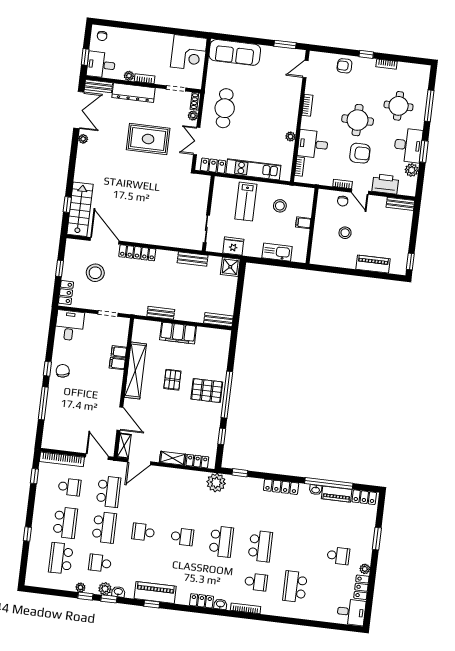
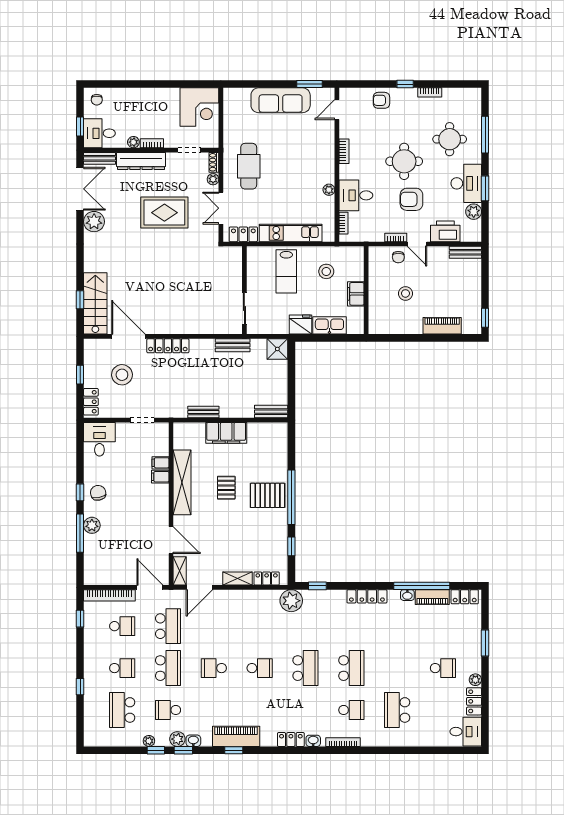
sofa: (235, 52) -> (281, 100), moved
plant: (83, 139) -> (94, 222), width x1.87, depth x1.87
armchair: (360, 153) -> (411, 199), turned 180
filing cabinet: (303, 223) -> (356, 294), width x2.00
fridge: (233, 246) -> (300, 325), moved
plant: (54, 398) -> (92, 525), added
school desk: (65, 523) -> (122, 668), width x0.54

